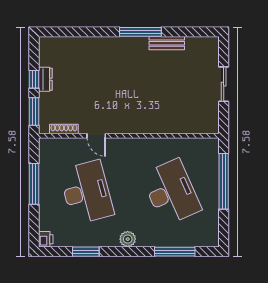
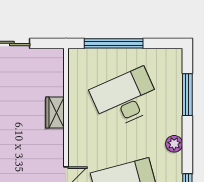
wardrobe: (158, 125) -> (55, 113), added

